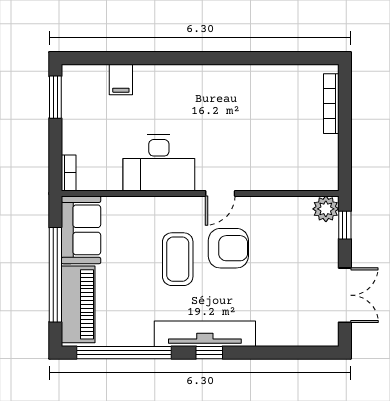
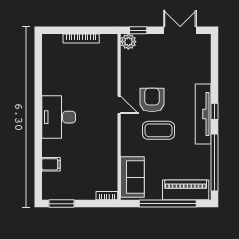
bookcase: (331, 104) -> (81, 38), moved
desk: (159, 163) -> (59, 117), moved, turned 180
sofa: (81, 230) -> (132, 177), moved, turned 90

